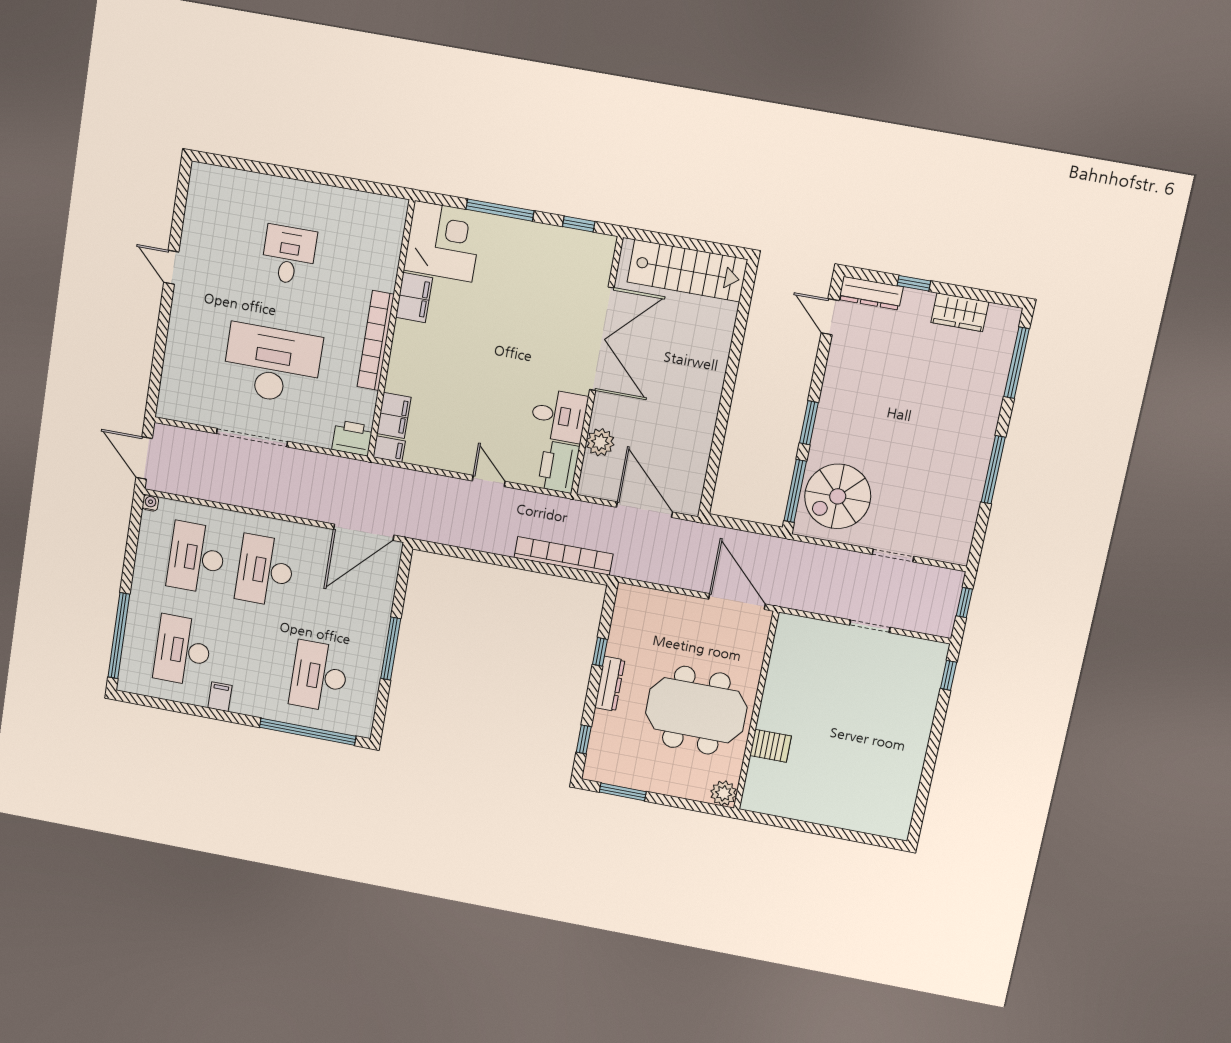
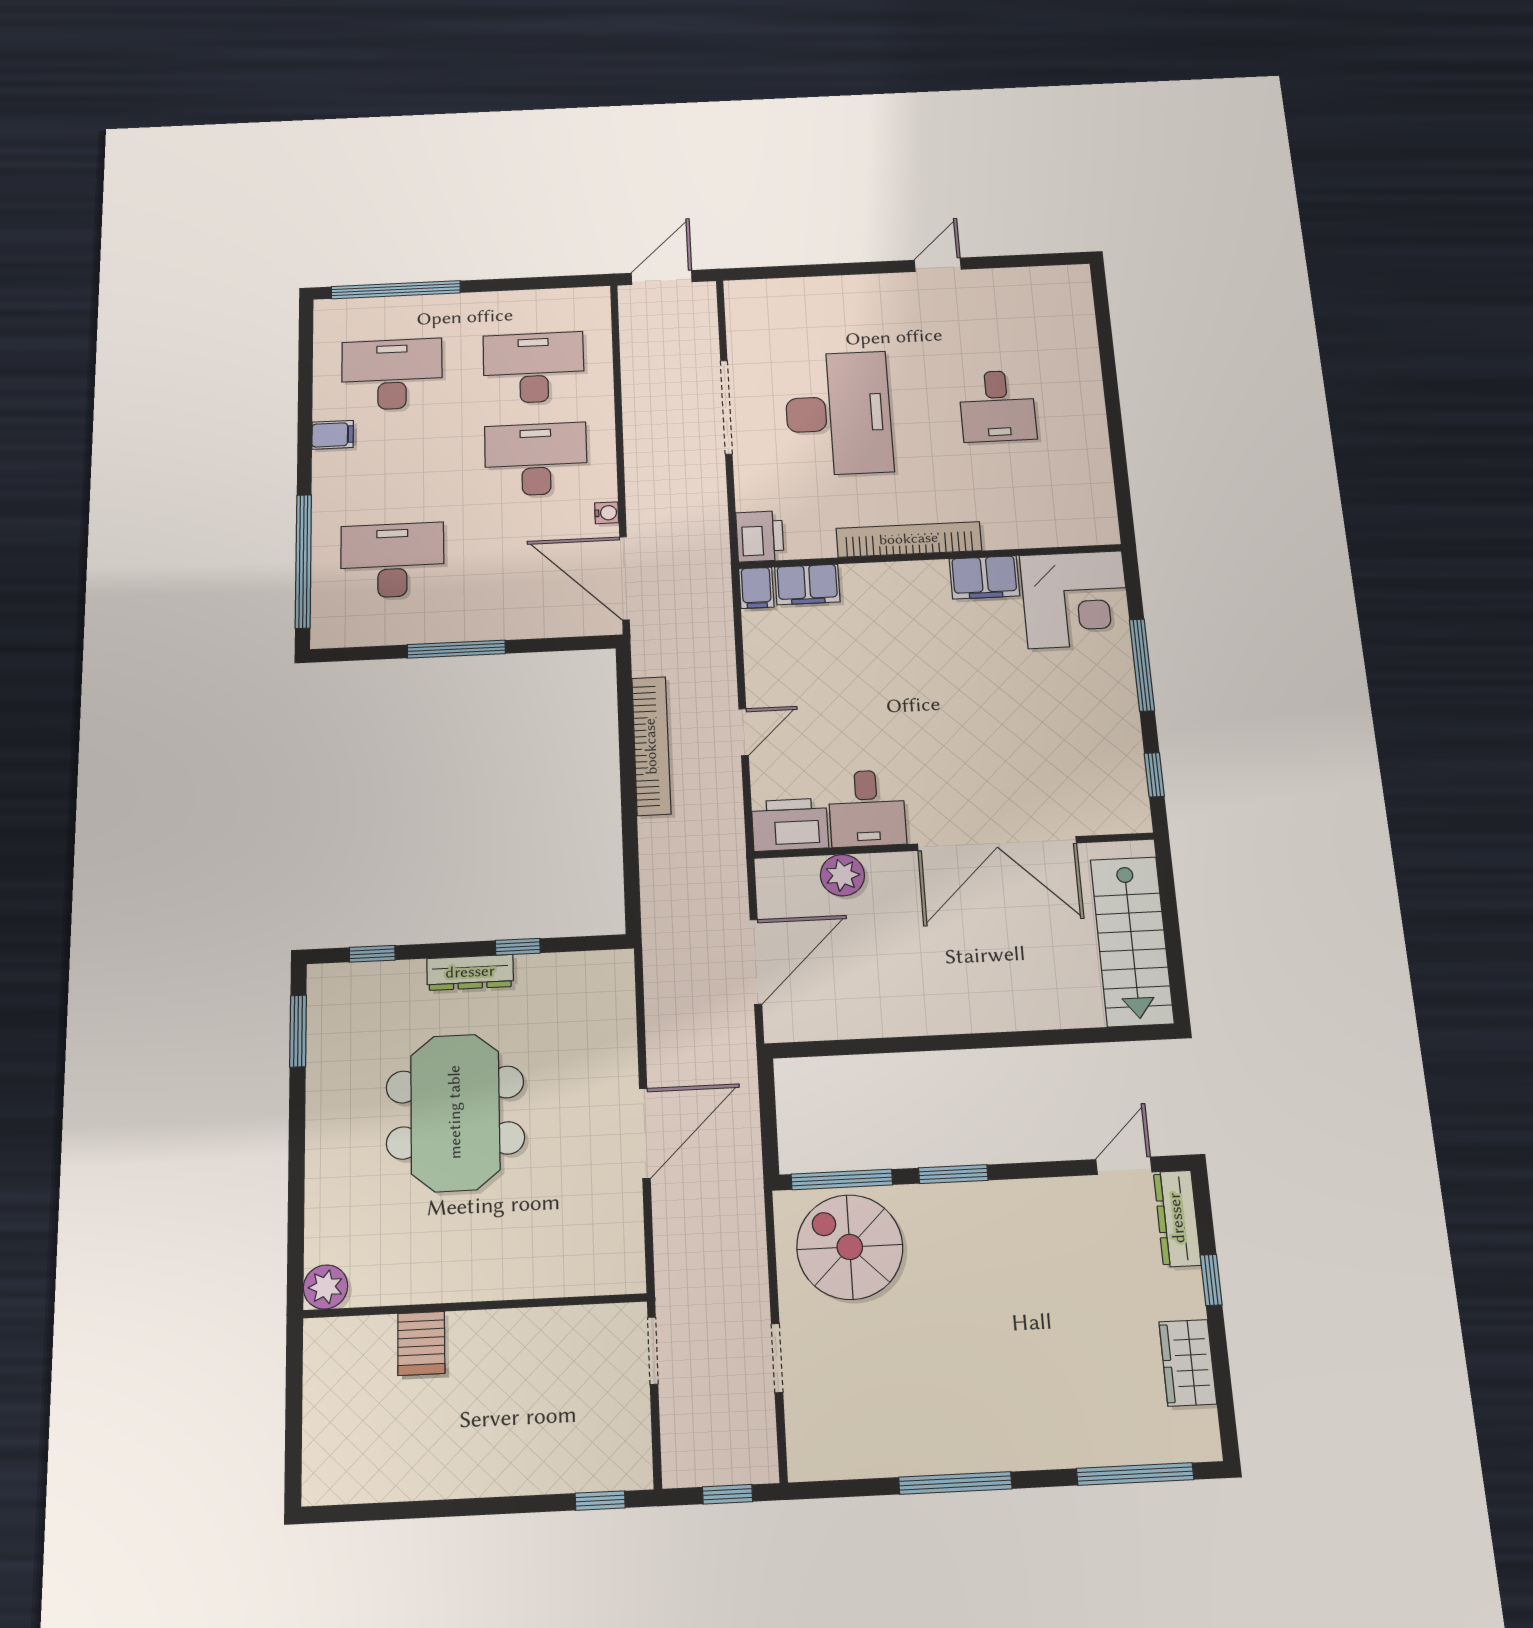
desk: (289, 255) -> (997, 406), turned 90
water cooler: (150, 503) -> (607, 513), moved
bookcase: (564, 556) -> (651, 746), moved
wall: (756, 711) -> (475, 1306), moved
server rack: (771, 746) -> (421, 1343), moved
plant: (724, 793) -> (326, 1287), moved

